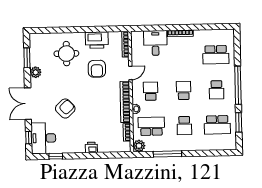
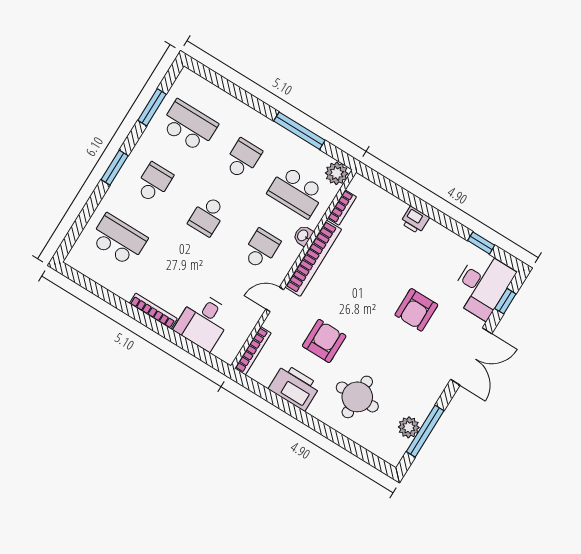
window: (27, 58) -> (425, 431), width x1.44
plant: (36, 72) -> (409, 427), moved
window: (238, 85) -> (115, 168), width x0.47
school desk: (151, 91) -> (261, 249), turned 180
armchair: (65, 109) -> (416, 310), turned -47

